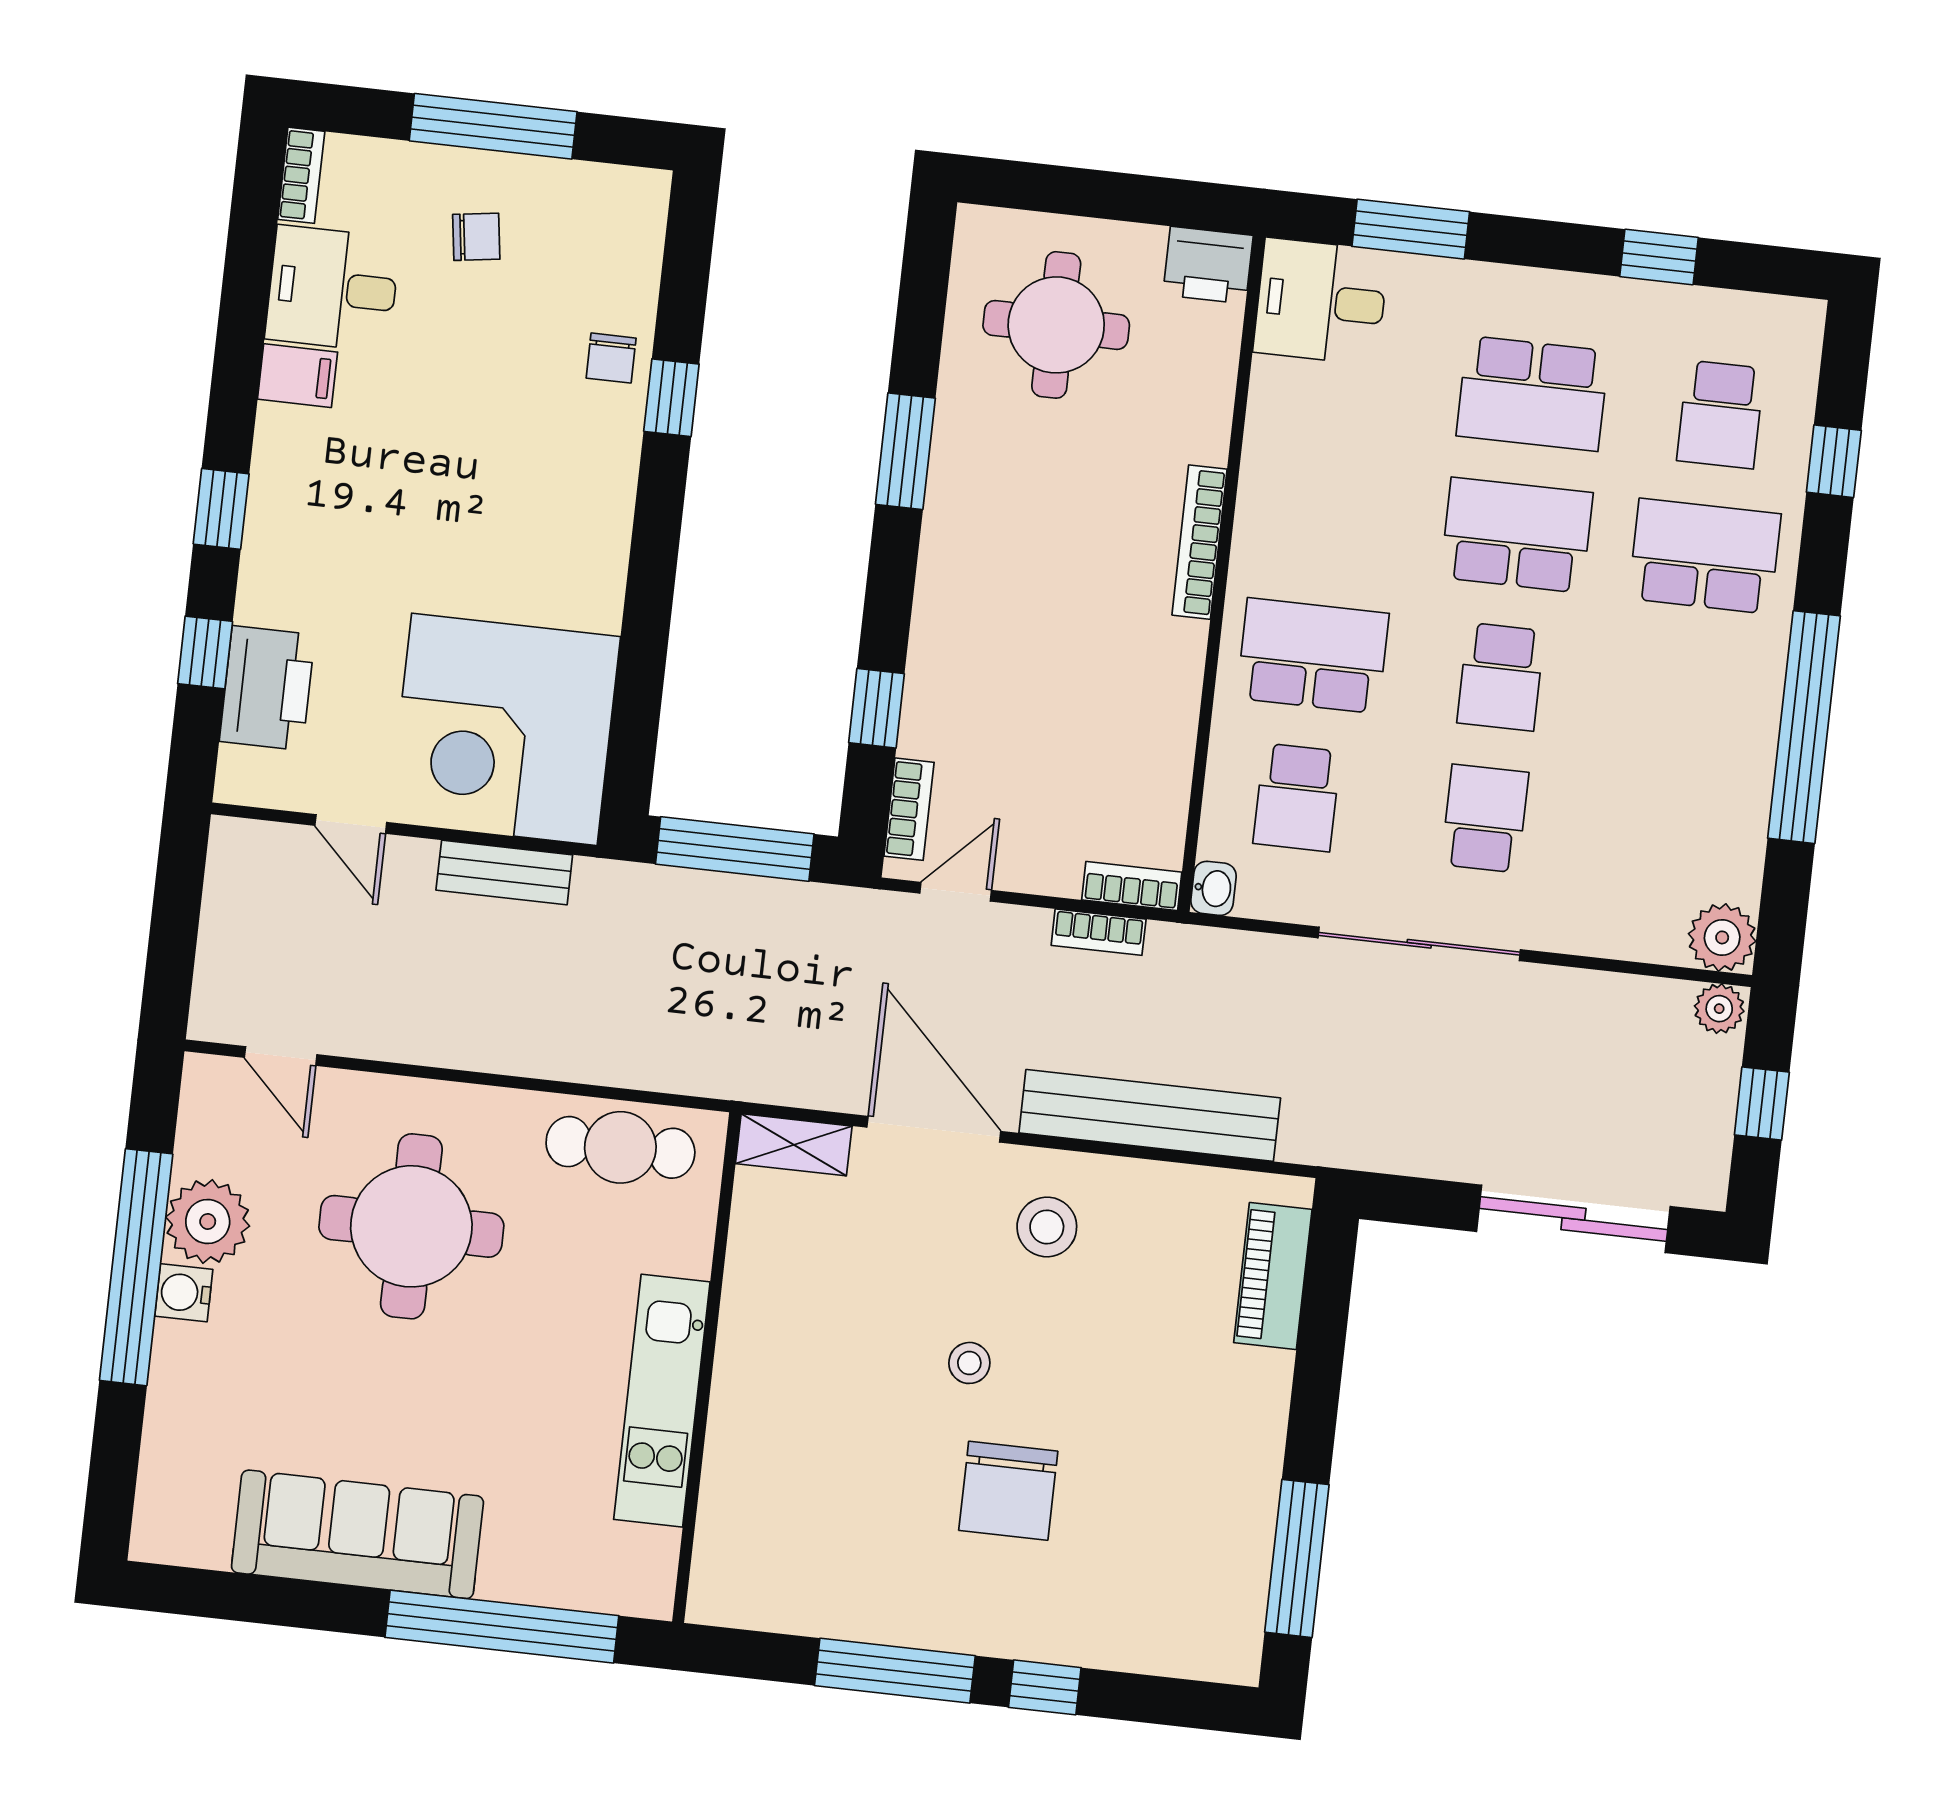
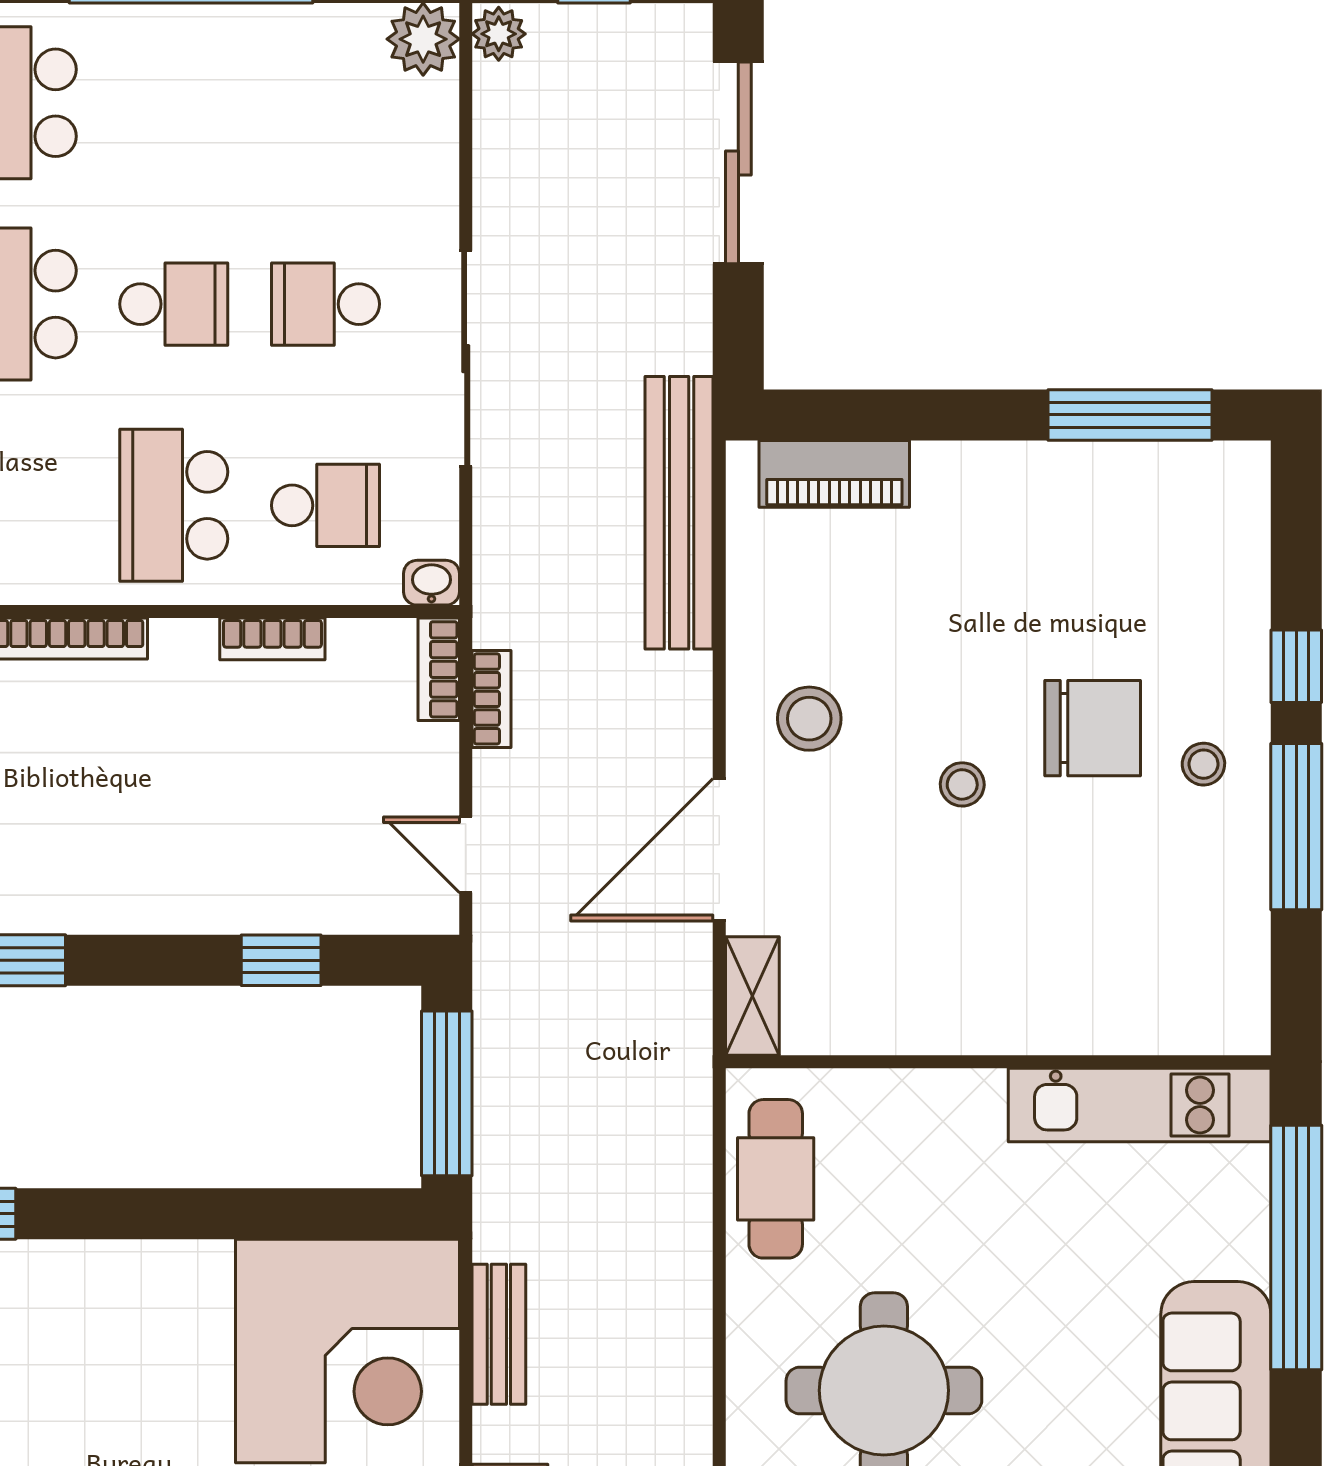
bookcase: (909, 809) -> (272, 639), moved, turned 180
bench: (1150, 1115) -> (679, 513), moved
kitchen unit: (662, 1401) -> (1140, 1105), moved
stool: (963, 1591) -> (1203, 764), added

